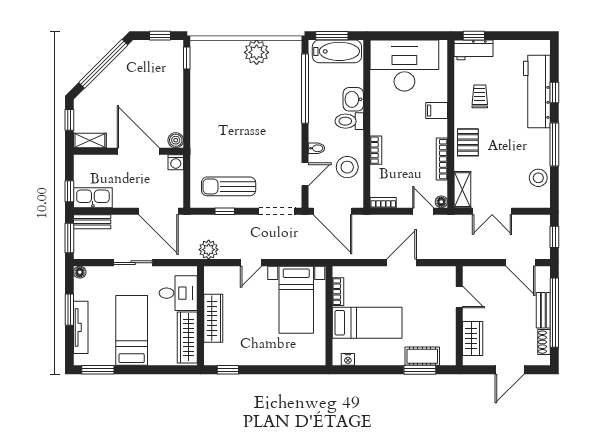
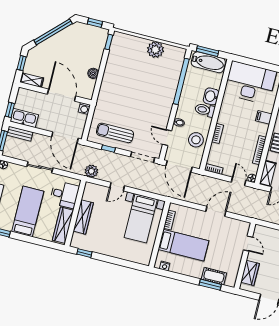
boiler: (176, 140) -> (93, 73), moved
door: (305, 174) -> (167, 138), swing flipped

